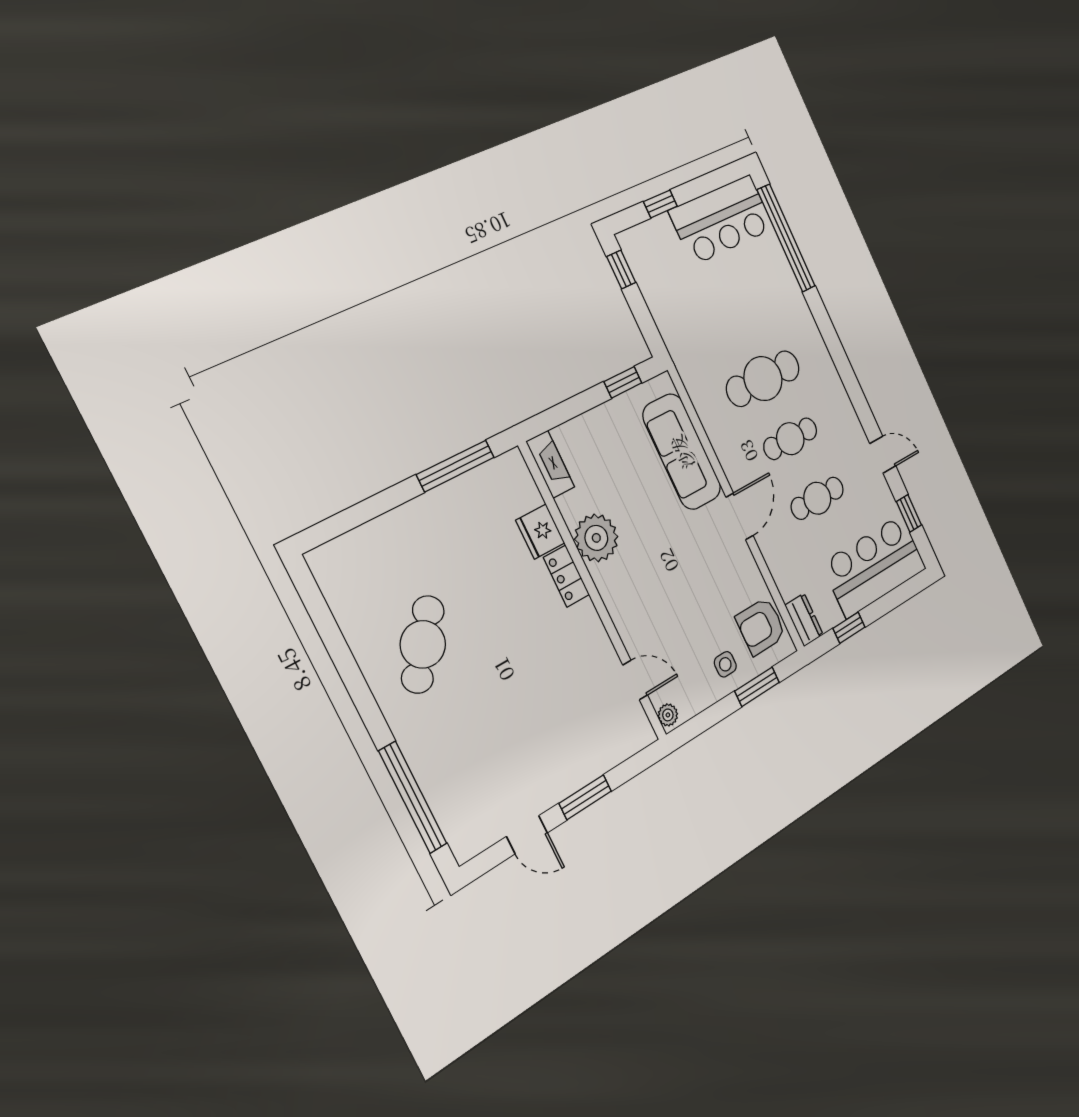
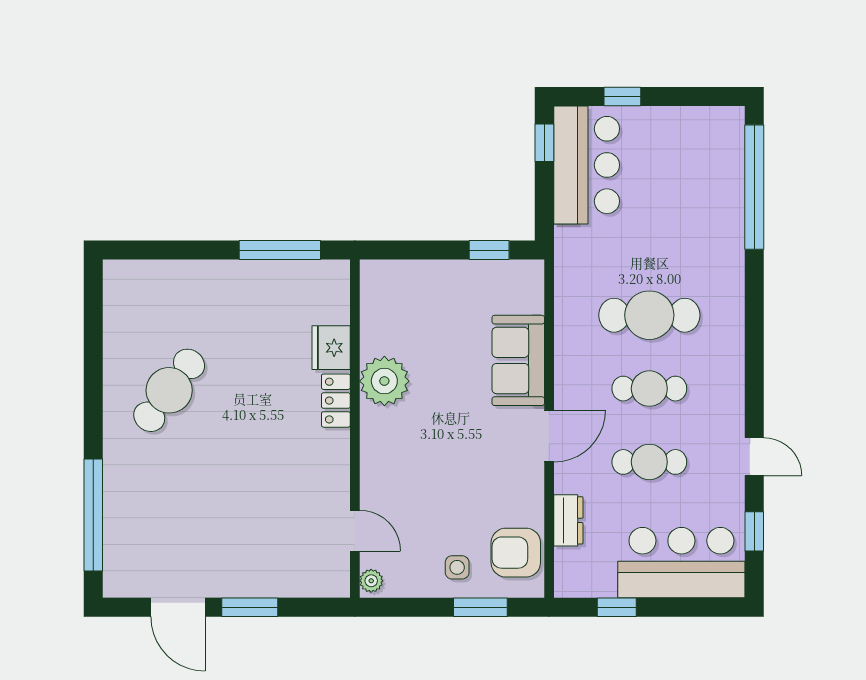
bar counter: (722, 220) -> (587, 165), moved, turned -90
sofa: (682, 452) -> (518, 360), width x0.73
fireplace: (550, 464) -> (373, 292), removed
dresser: (804, 620) -> (568, 520), moved
door: (527, 835) -> (178, 607), width x1.38

